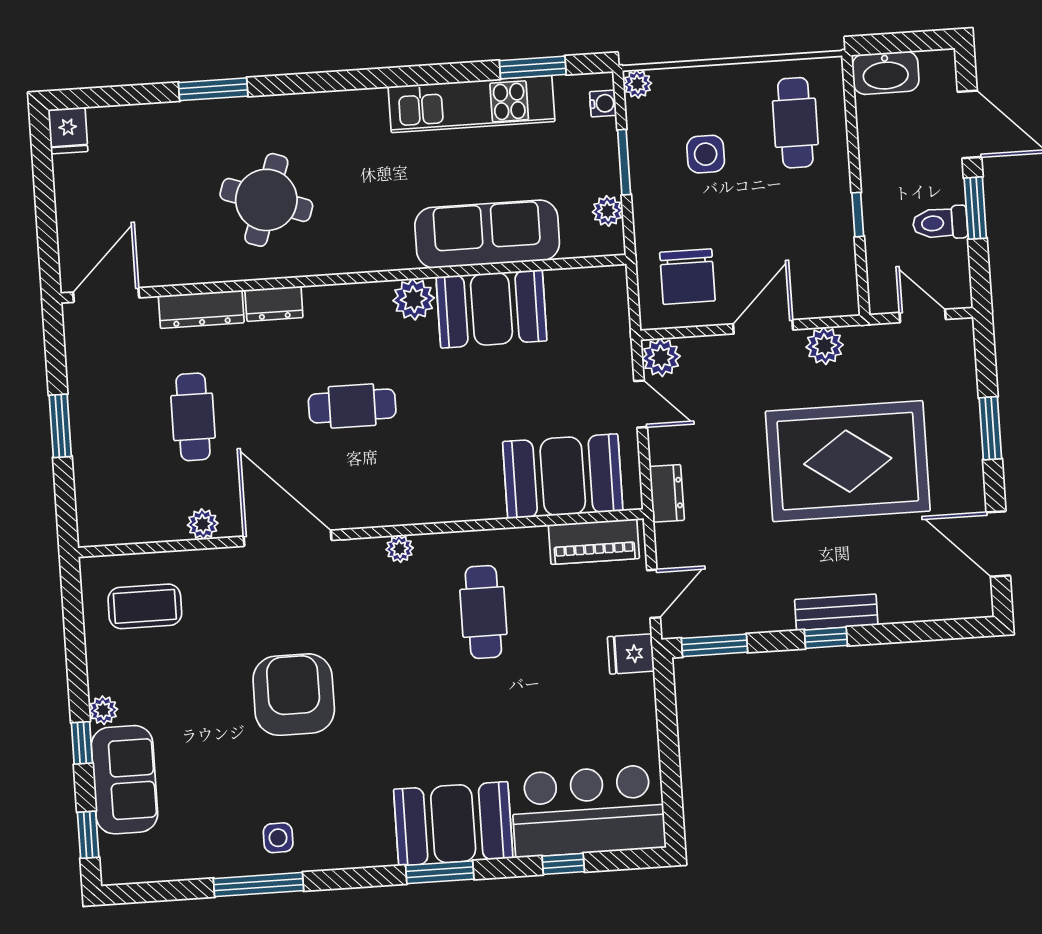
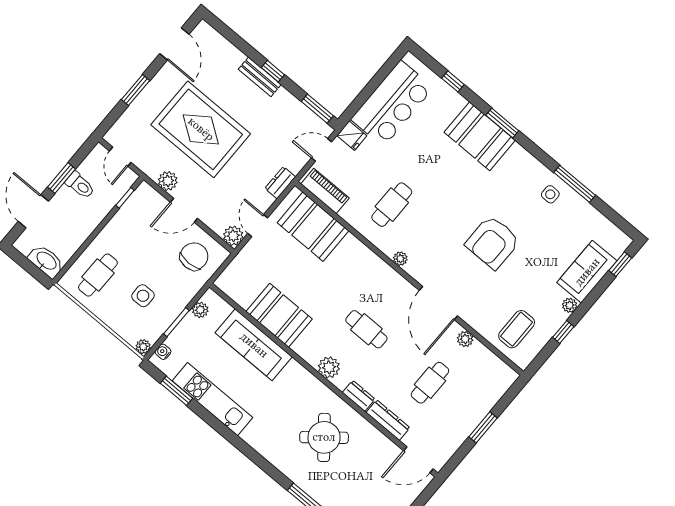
round table: (266, 200) -> (324, 437), turned 32
window: (858, 215) -> (125, 198), moved
plant: (414, 299) -> (329, 367), moved
coffee table: (145, 606) -> (517, 329), turned 90
window: (82, 743) -> (563, 332), moved
bar counter: (588, 811) -> (392, 103), moved, turned -90

